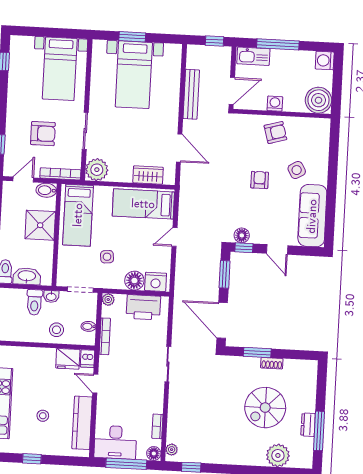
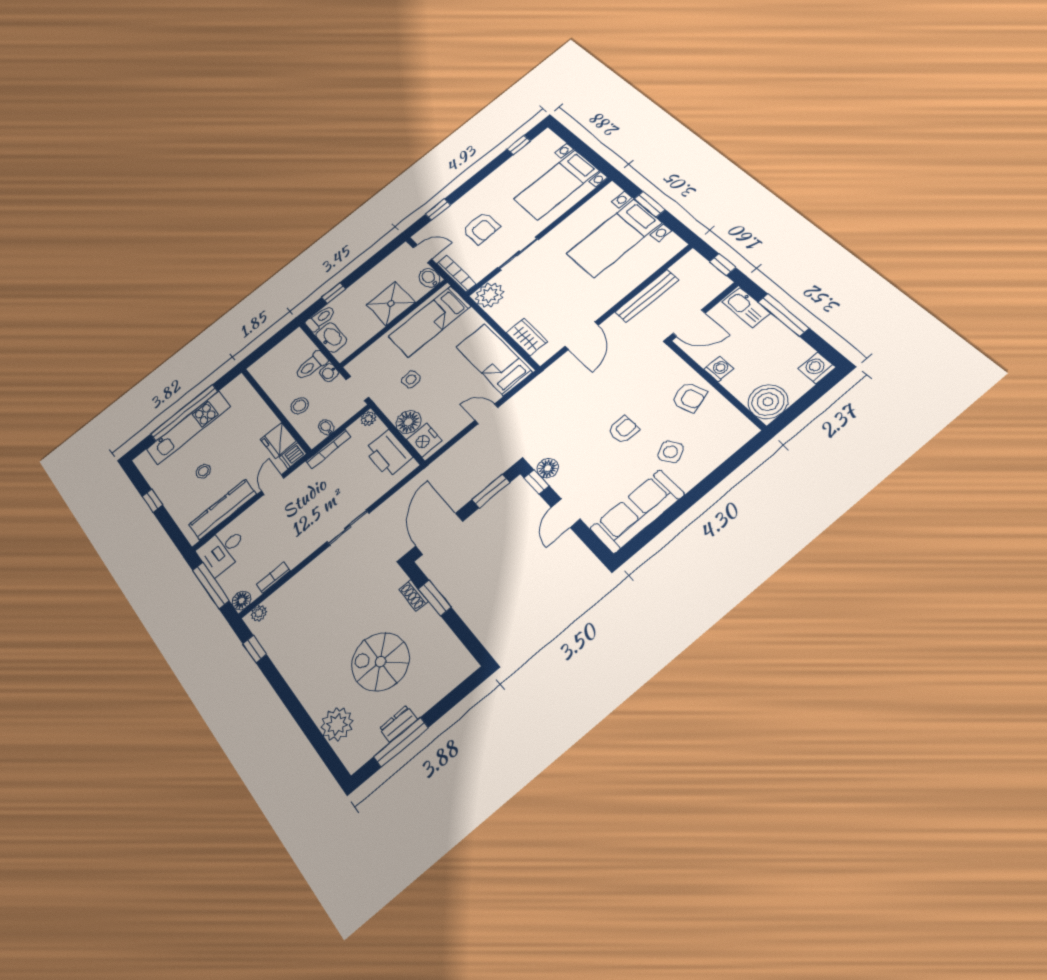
shoe rack: (272, 363) -> (414, 595), moved
desk: (115, 442) -> (222, 550), width x0.73

